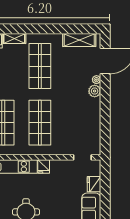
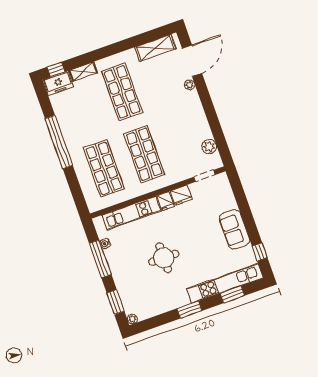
plant: (95, 91) -> (209, 147), moved
fridge: (94, 184) -> (181, 195), moved, turned -90

